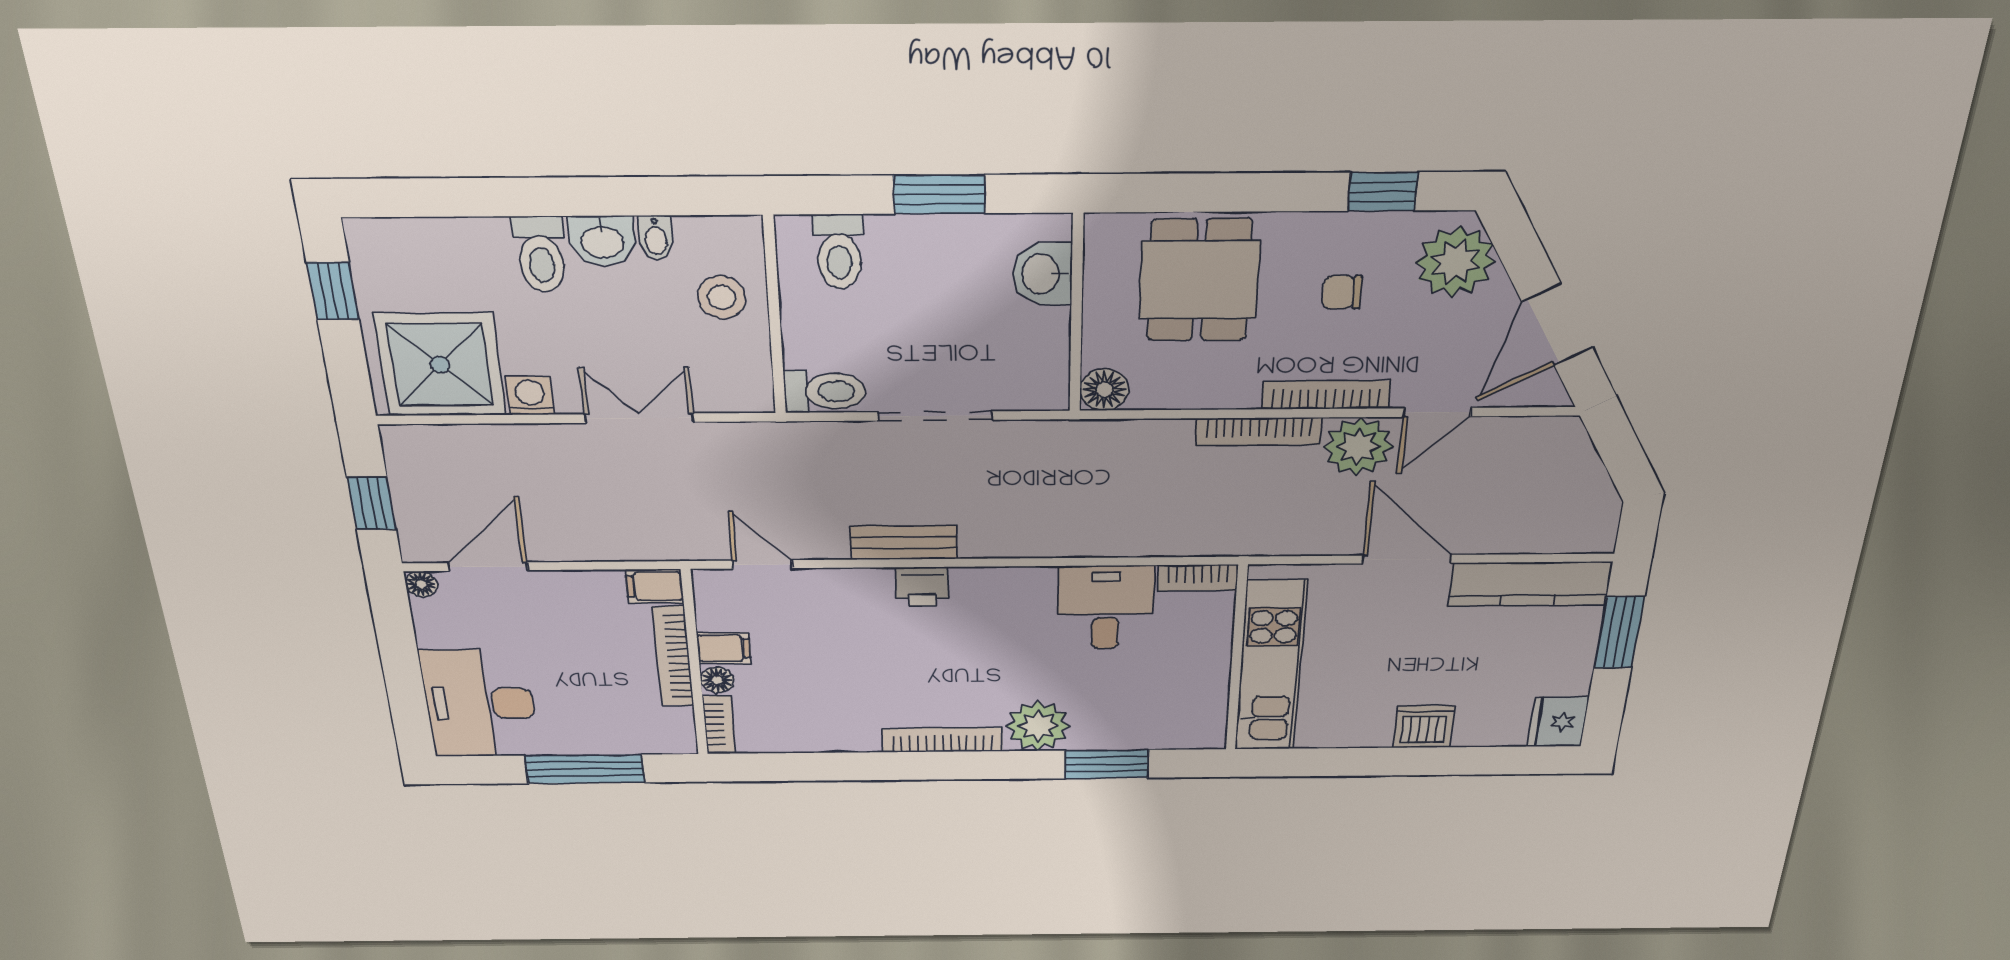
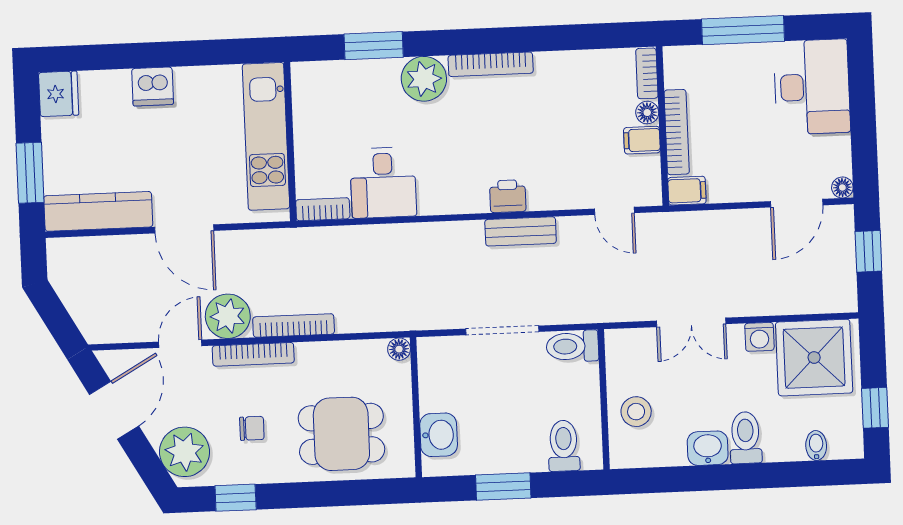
bidet: (656, 238) -> (816, 446), moved
dining table: (1199, 280) -> (341, 434), turned 90
floor lamp: (1104, 390) -> (399, 349), width x0.73, depth x0.73

